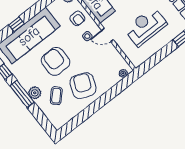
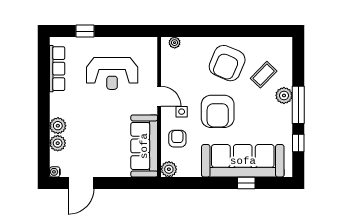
armchair: (56, 61) -> (218, 111), moved

